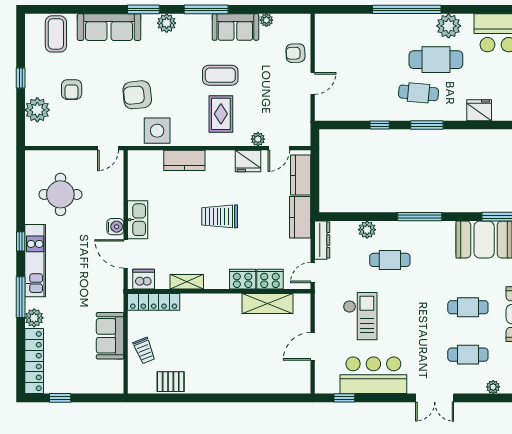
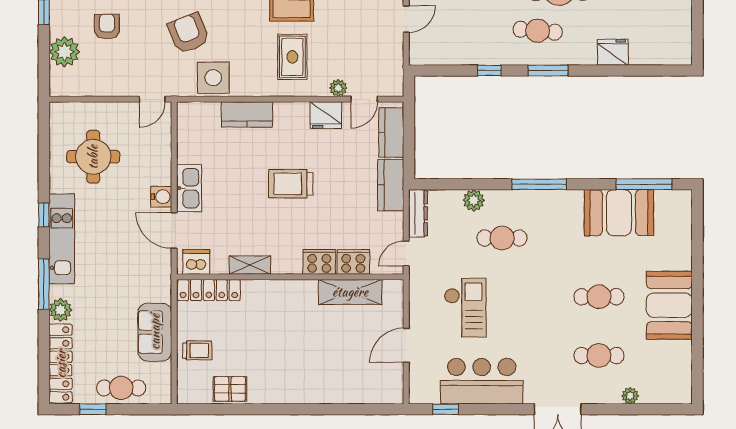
armchair: (72, 90) -> (107, 27), turned 180
armchair: (137, 95) -> (188, 33), turned 74
trolley: (144, 351) -> (197, 350), turned -68
cafe table: (83, 381) -> (121, 388), added

